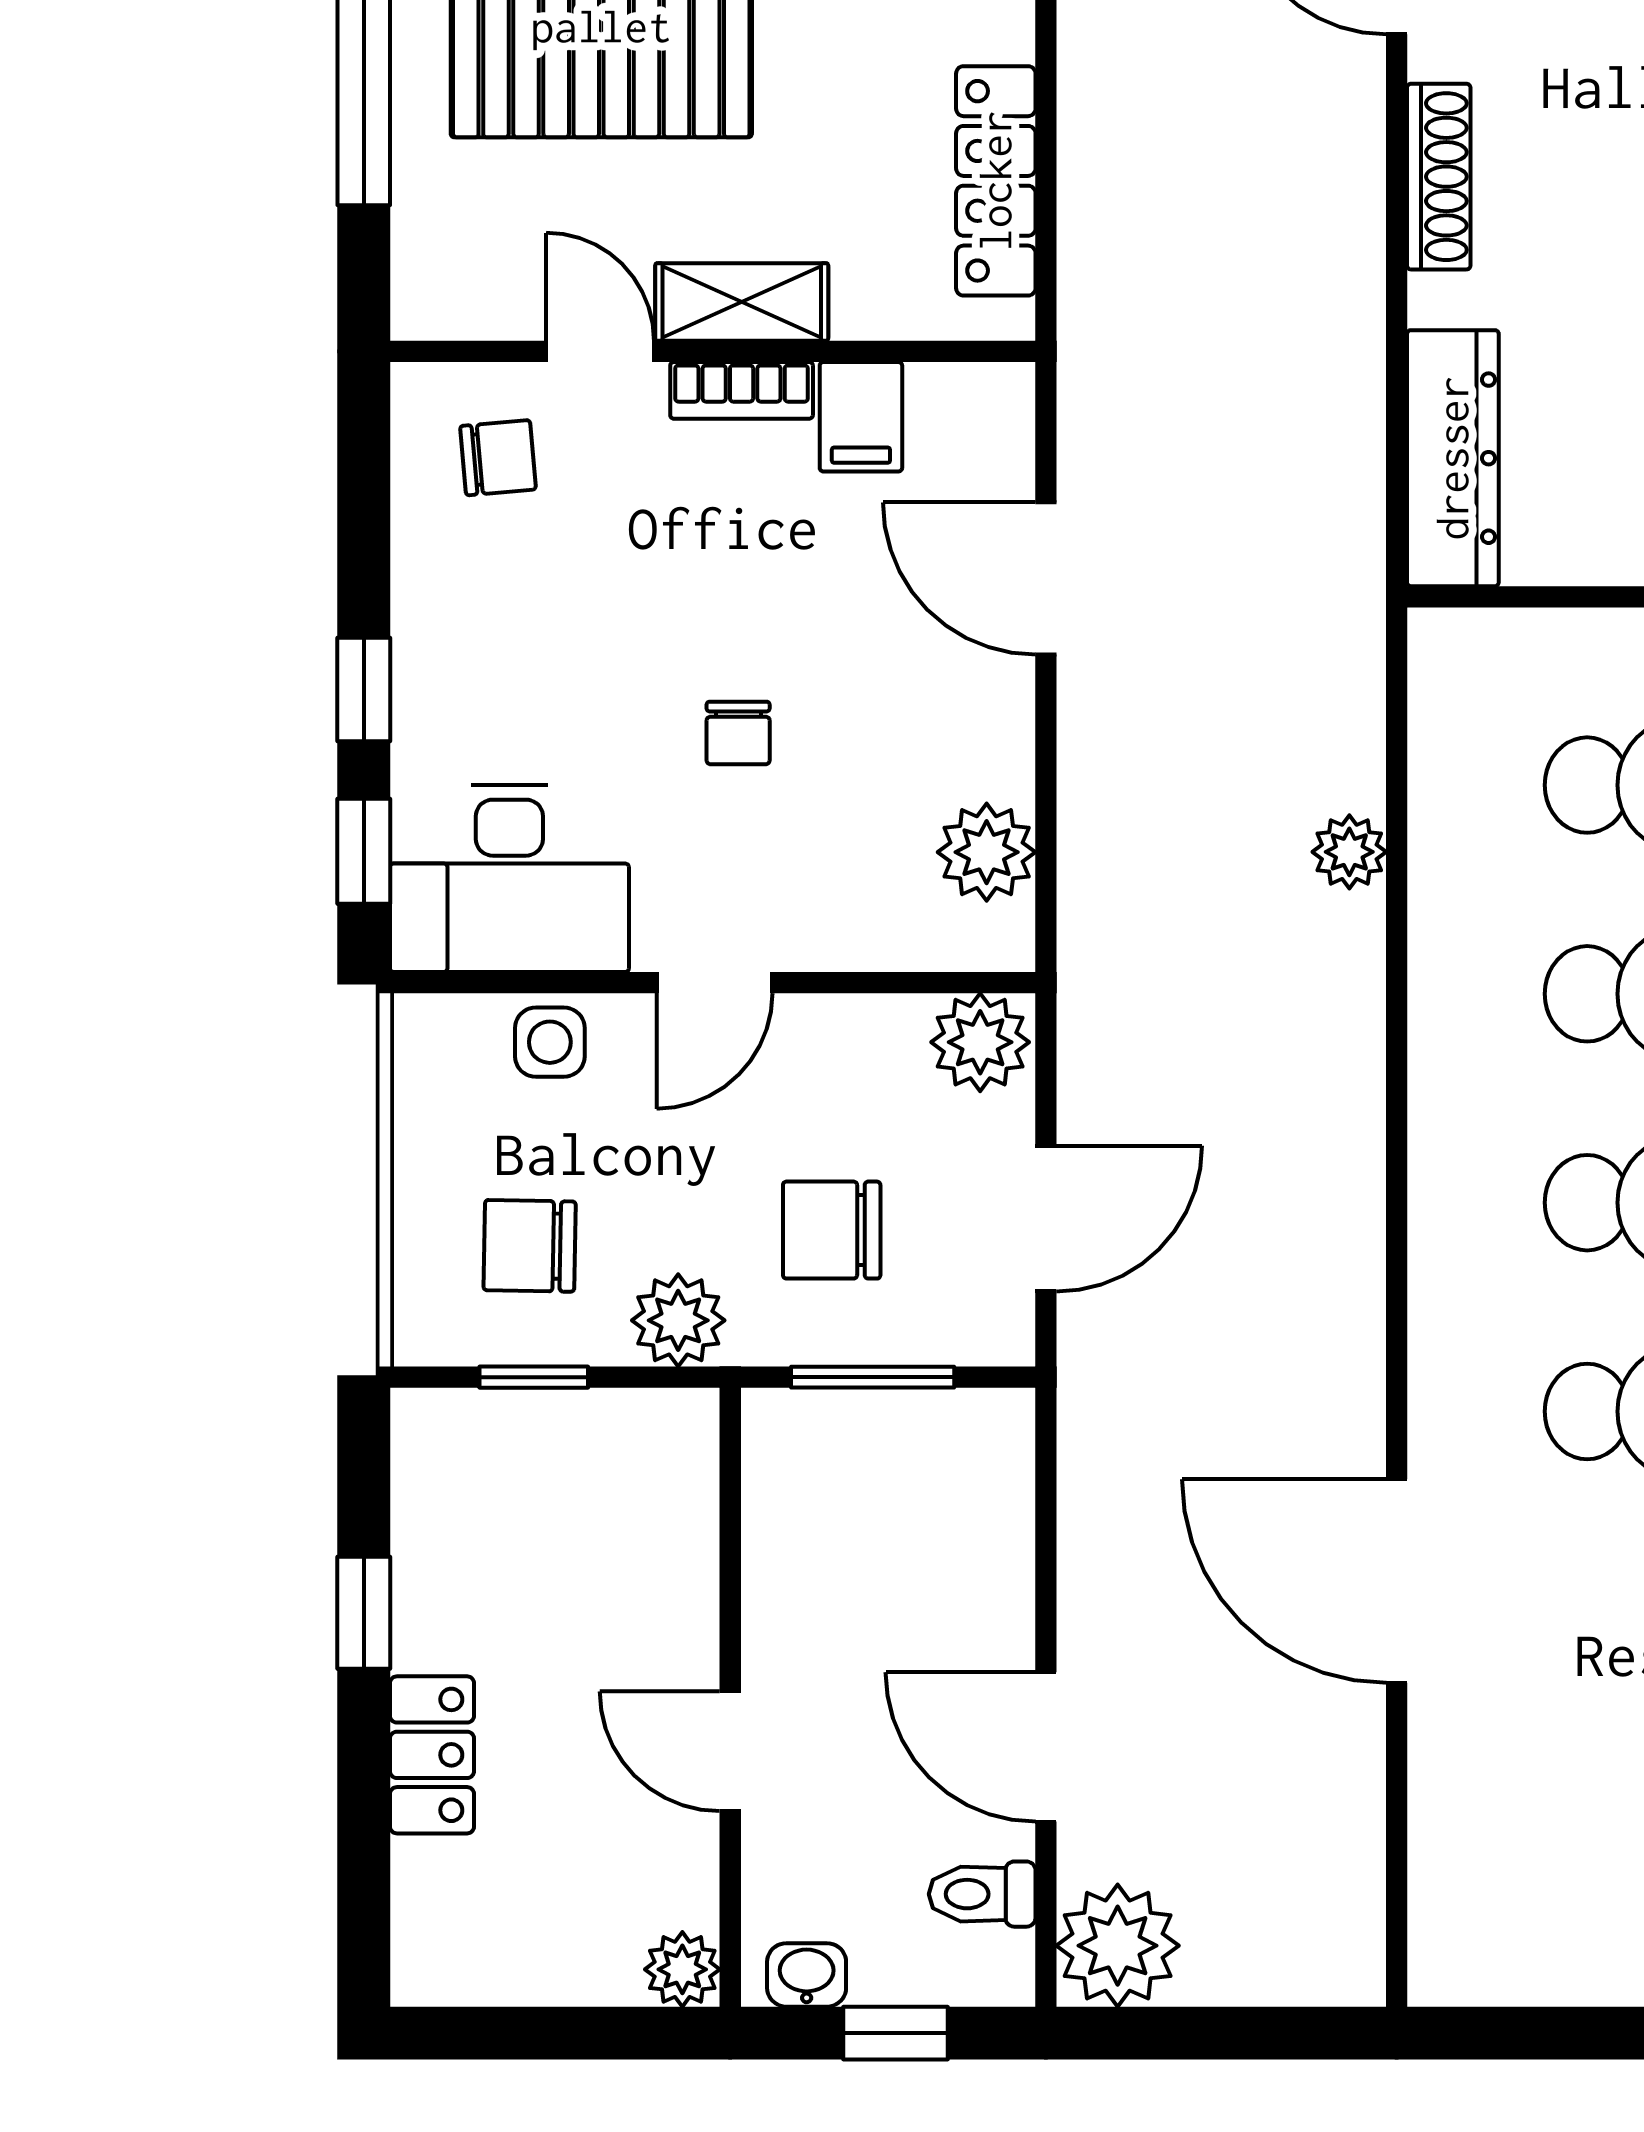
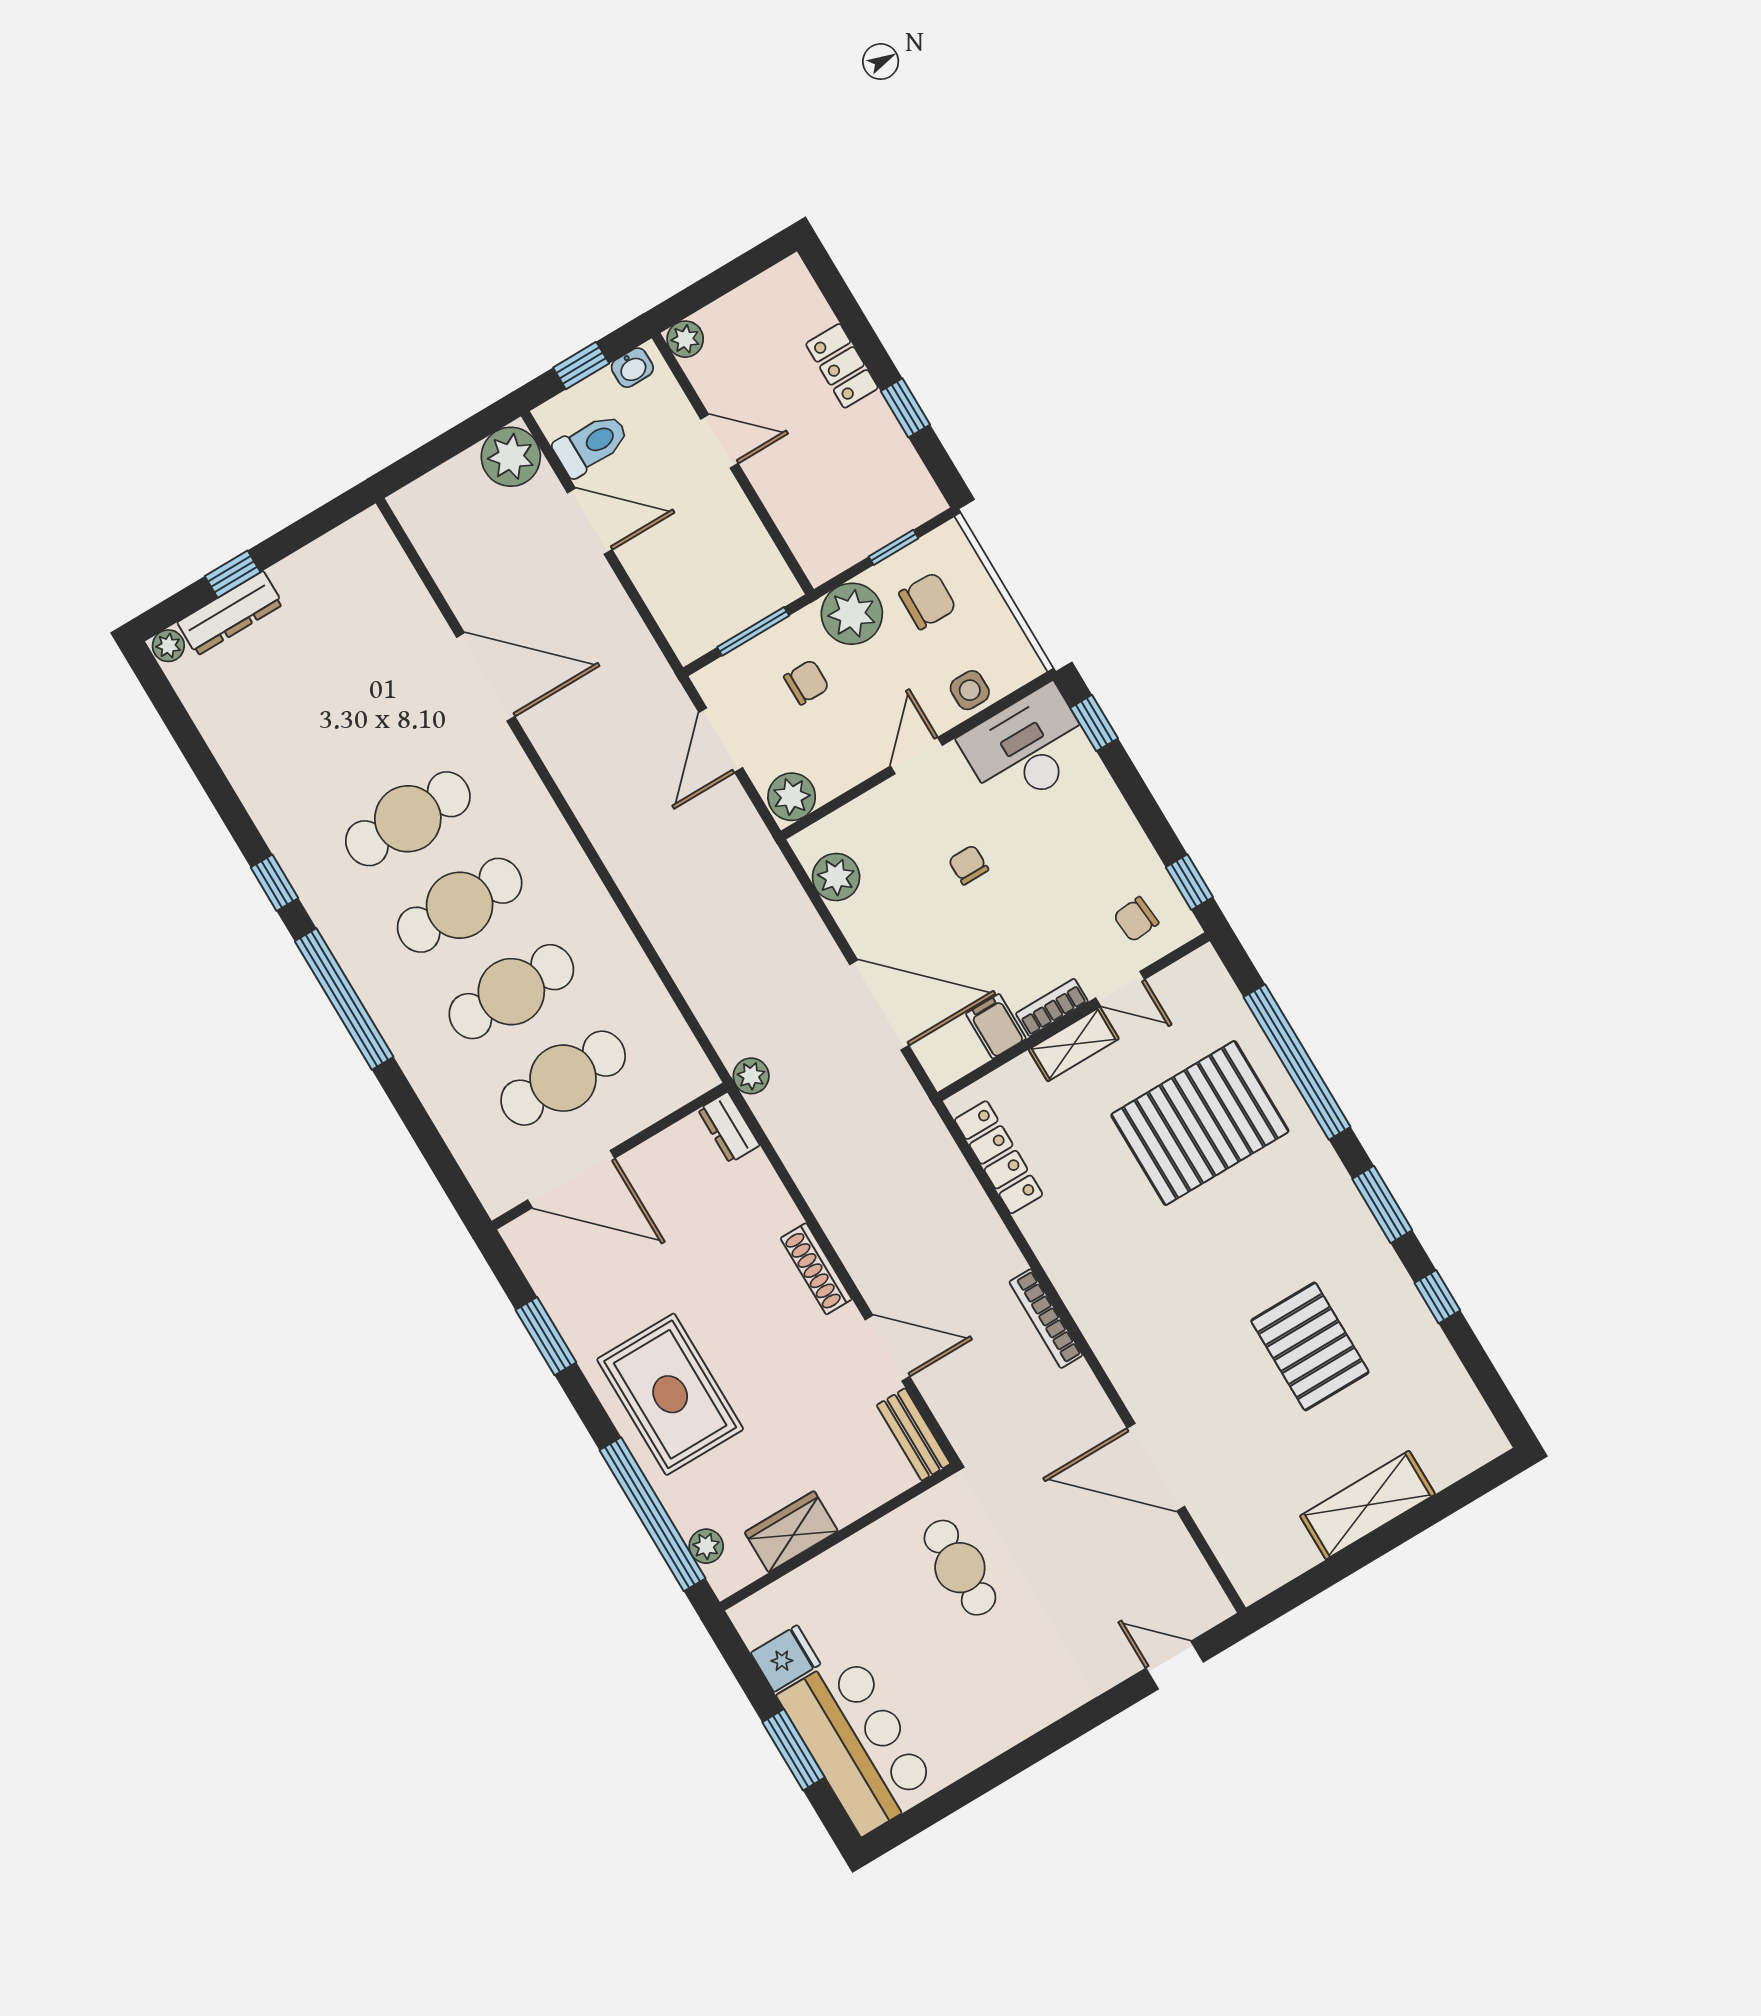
dresser: (1453, 458) -> (729, 1127), width x0.51, depth x0.80
door: (1046, 579) -> (879, 1005), width x1.36
window: (364, 690) -> (1189, 882), moved
plant: (1349, 852) -> (751, 1076), moved
chair: (832, 1230) -> (807, 682), width x0.73, depth x0.73
plant: (678, 1320) -> (852, 614), width x1.36, depth x1.36
toilet: (982, 1894) -> (591, 444), width x1.37, depth x1.39

